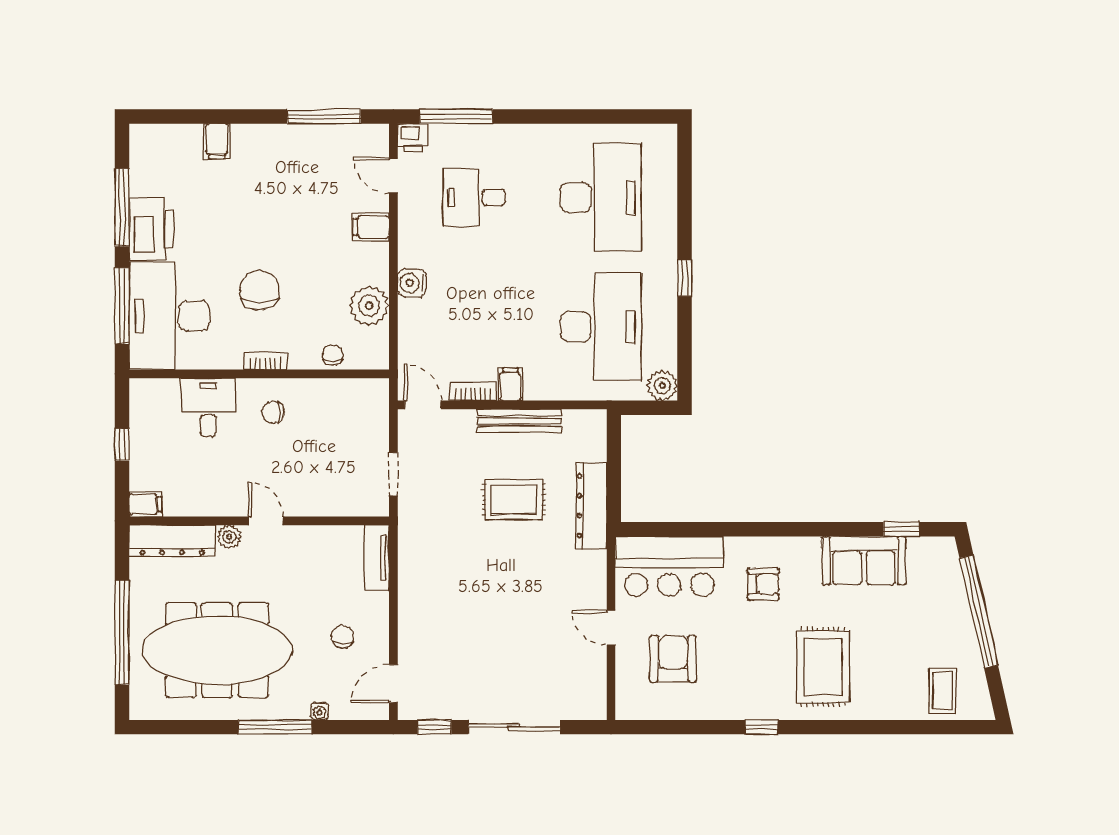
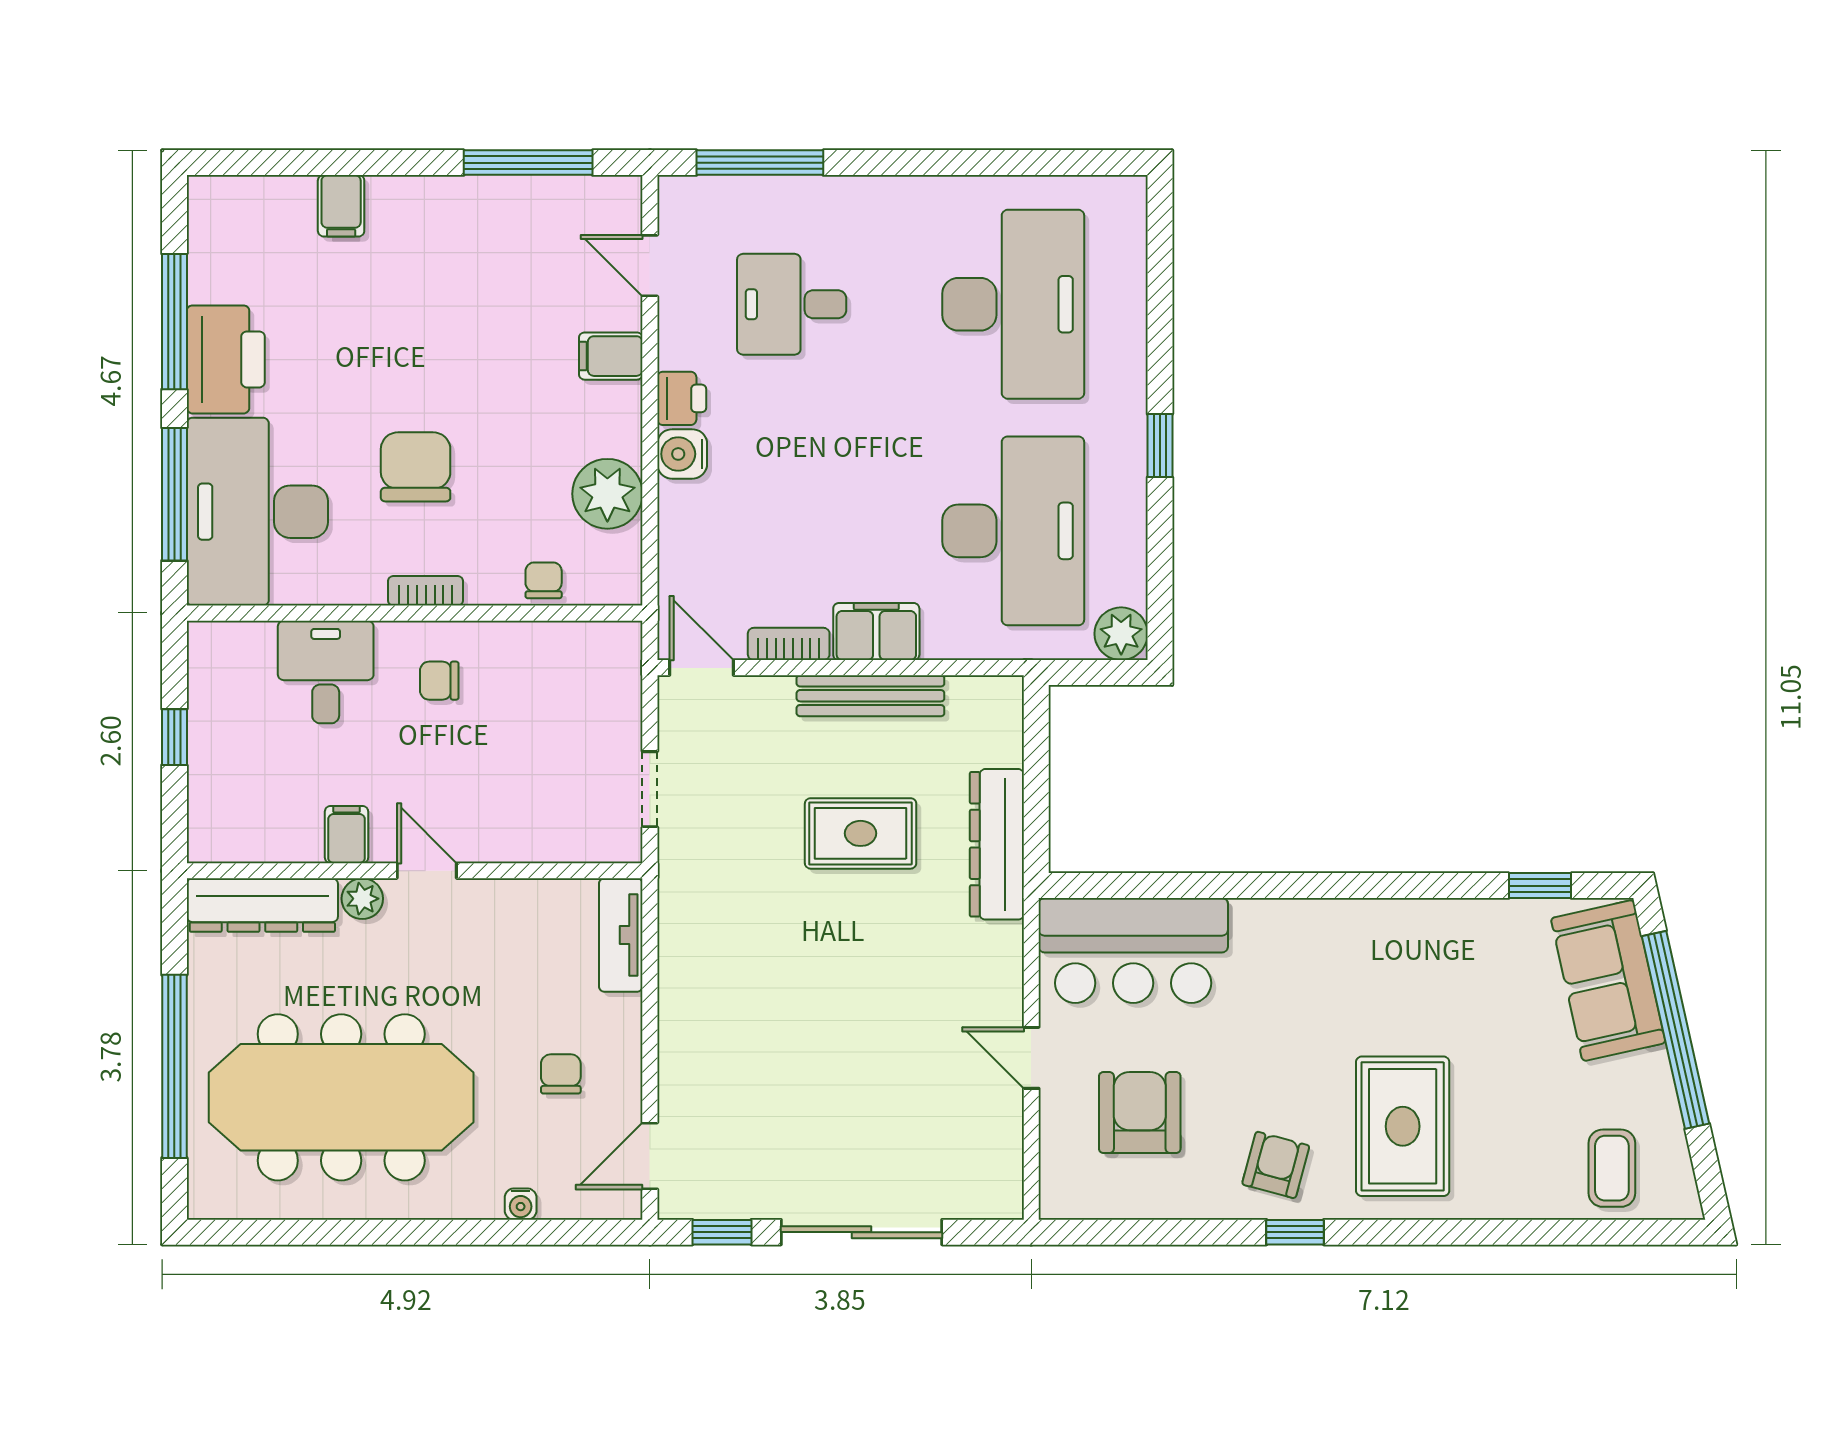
printer: (413, 138) -> (682, 398), moved, turned -90
filing cabinet: (510, 384) -> (876, 632), width x2.00
filing cabinet: (145, 504) -> (347, 835), moved, turned -90
sofa: (864, 561) -> (1608, 981), moved, turned 77
armchair: (763, 584) -> (1276, 1165), moved, turned -75
window: (275, 727) -> (443, 1232), removed

